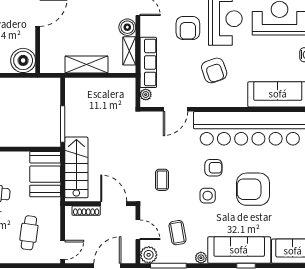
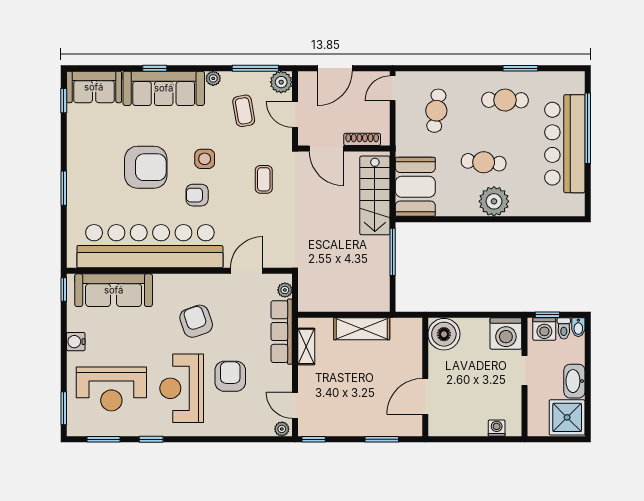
boiler: (127, 27) -> (309, 377), removed

